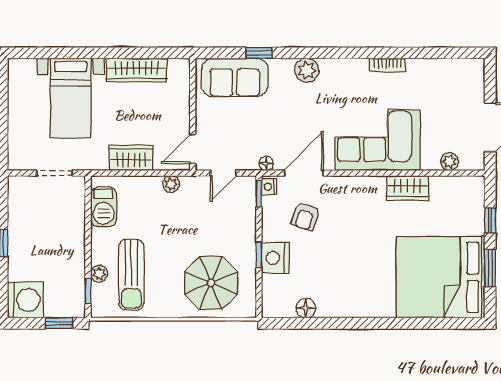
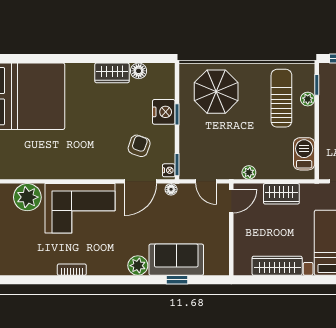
sofa: (235, 77) -> (176, 260), moved
plant: (450, 162) -> (27, 197), width x1.87, depth x1.87
door: (223, 173) -> (206, 181), swing flipped
wardrobe: (407, 188) -> (112, 73), moved, turned 180

